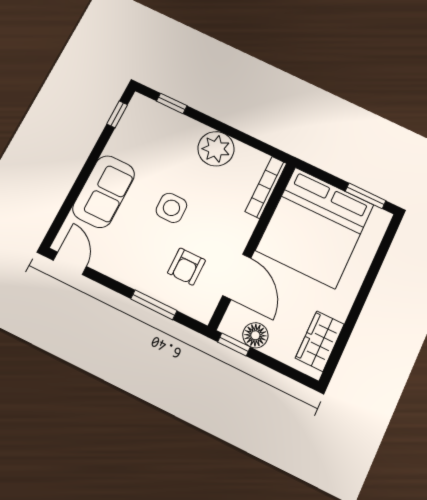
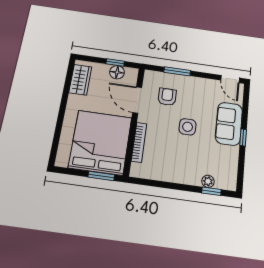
window: (117, 114) -> (243, 137), moved
plant: (216, 149) -> (208, 181), moved, width x0.53, depth x0.53
bookcase: (266, 187) -> (139, 142), moved
window: (366, 196) -> (101, 176), moved
window: (234, 344) -> (115, 62), moved

